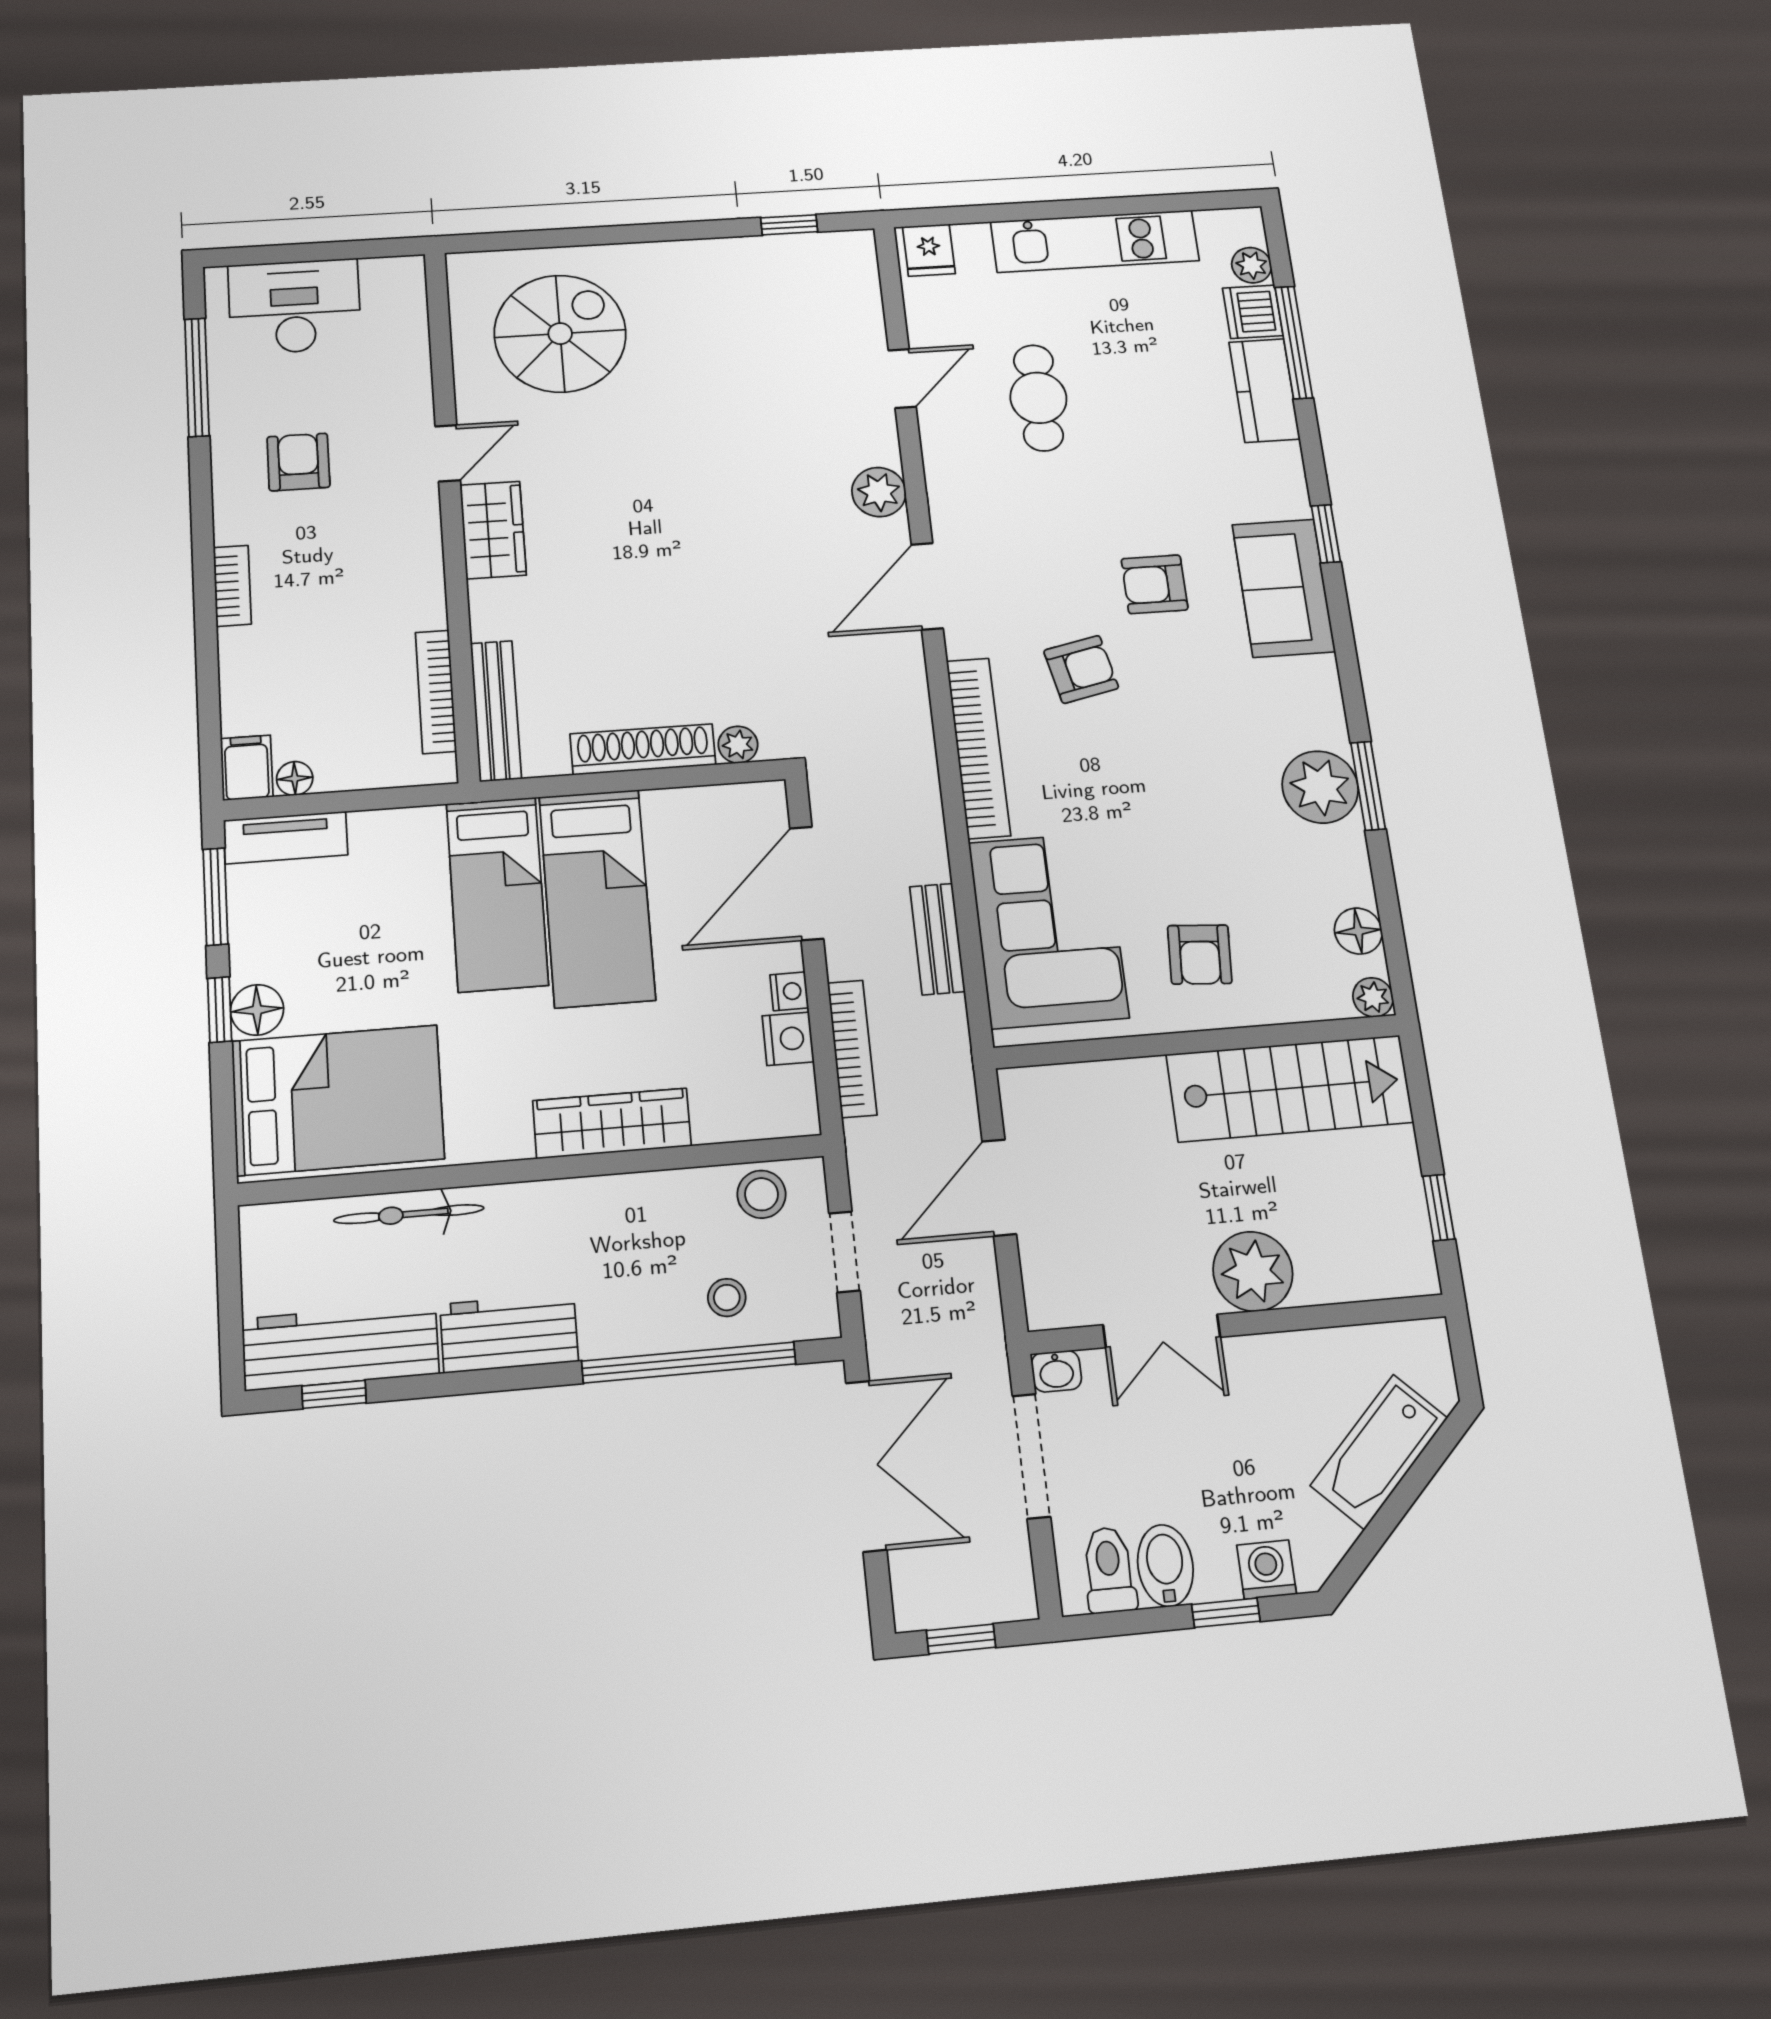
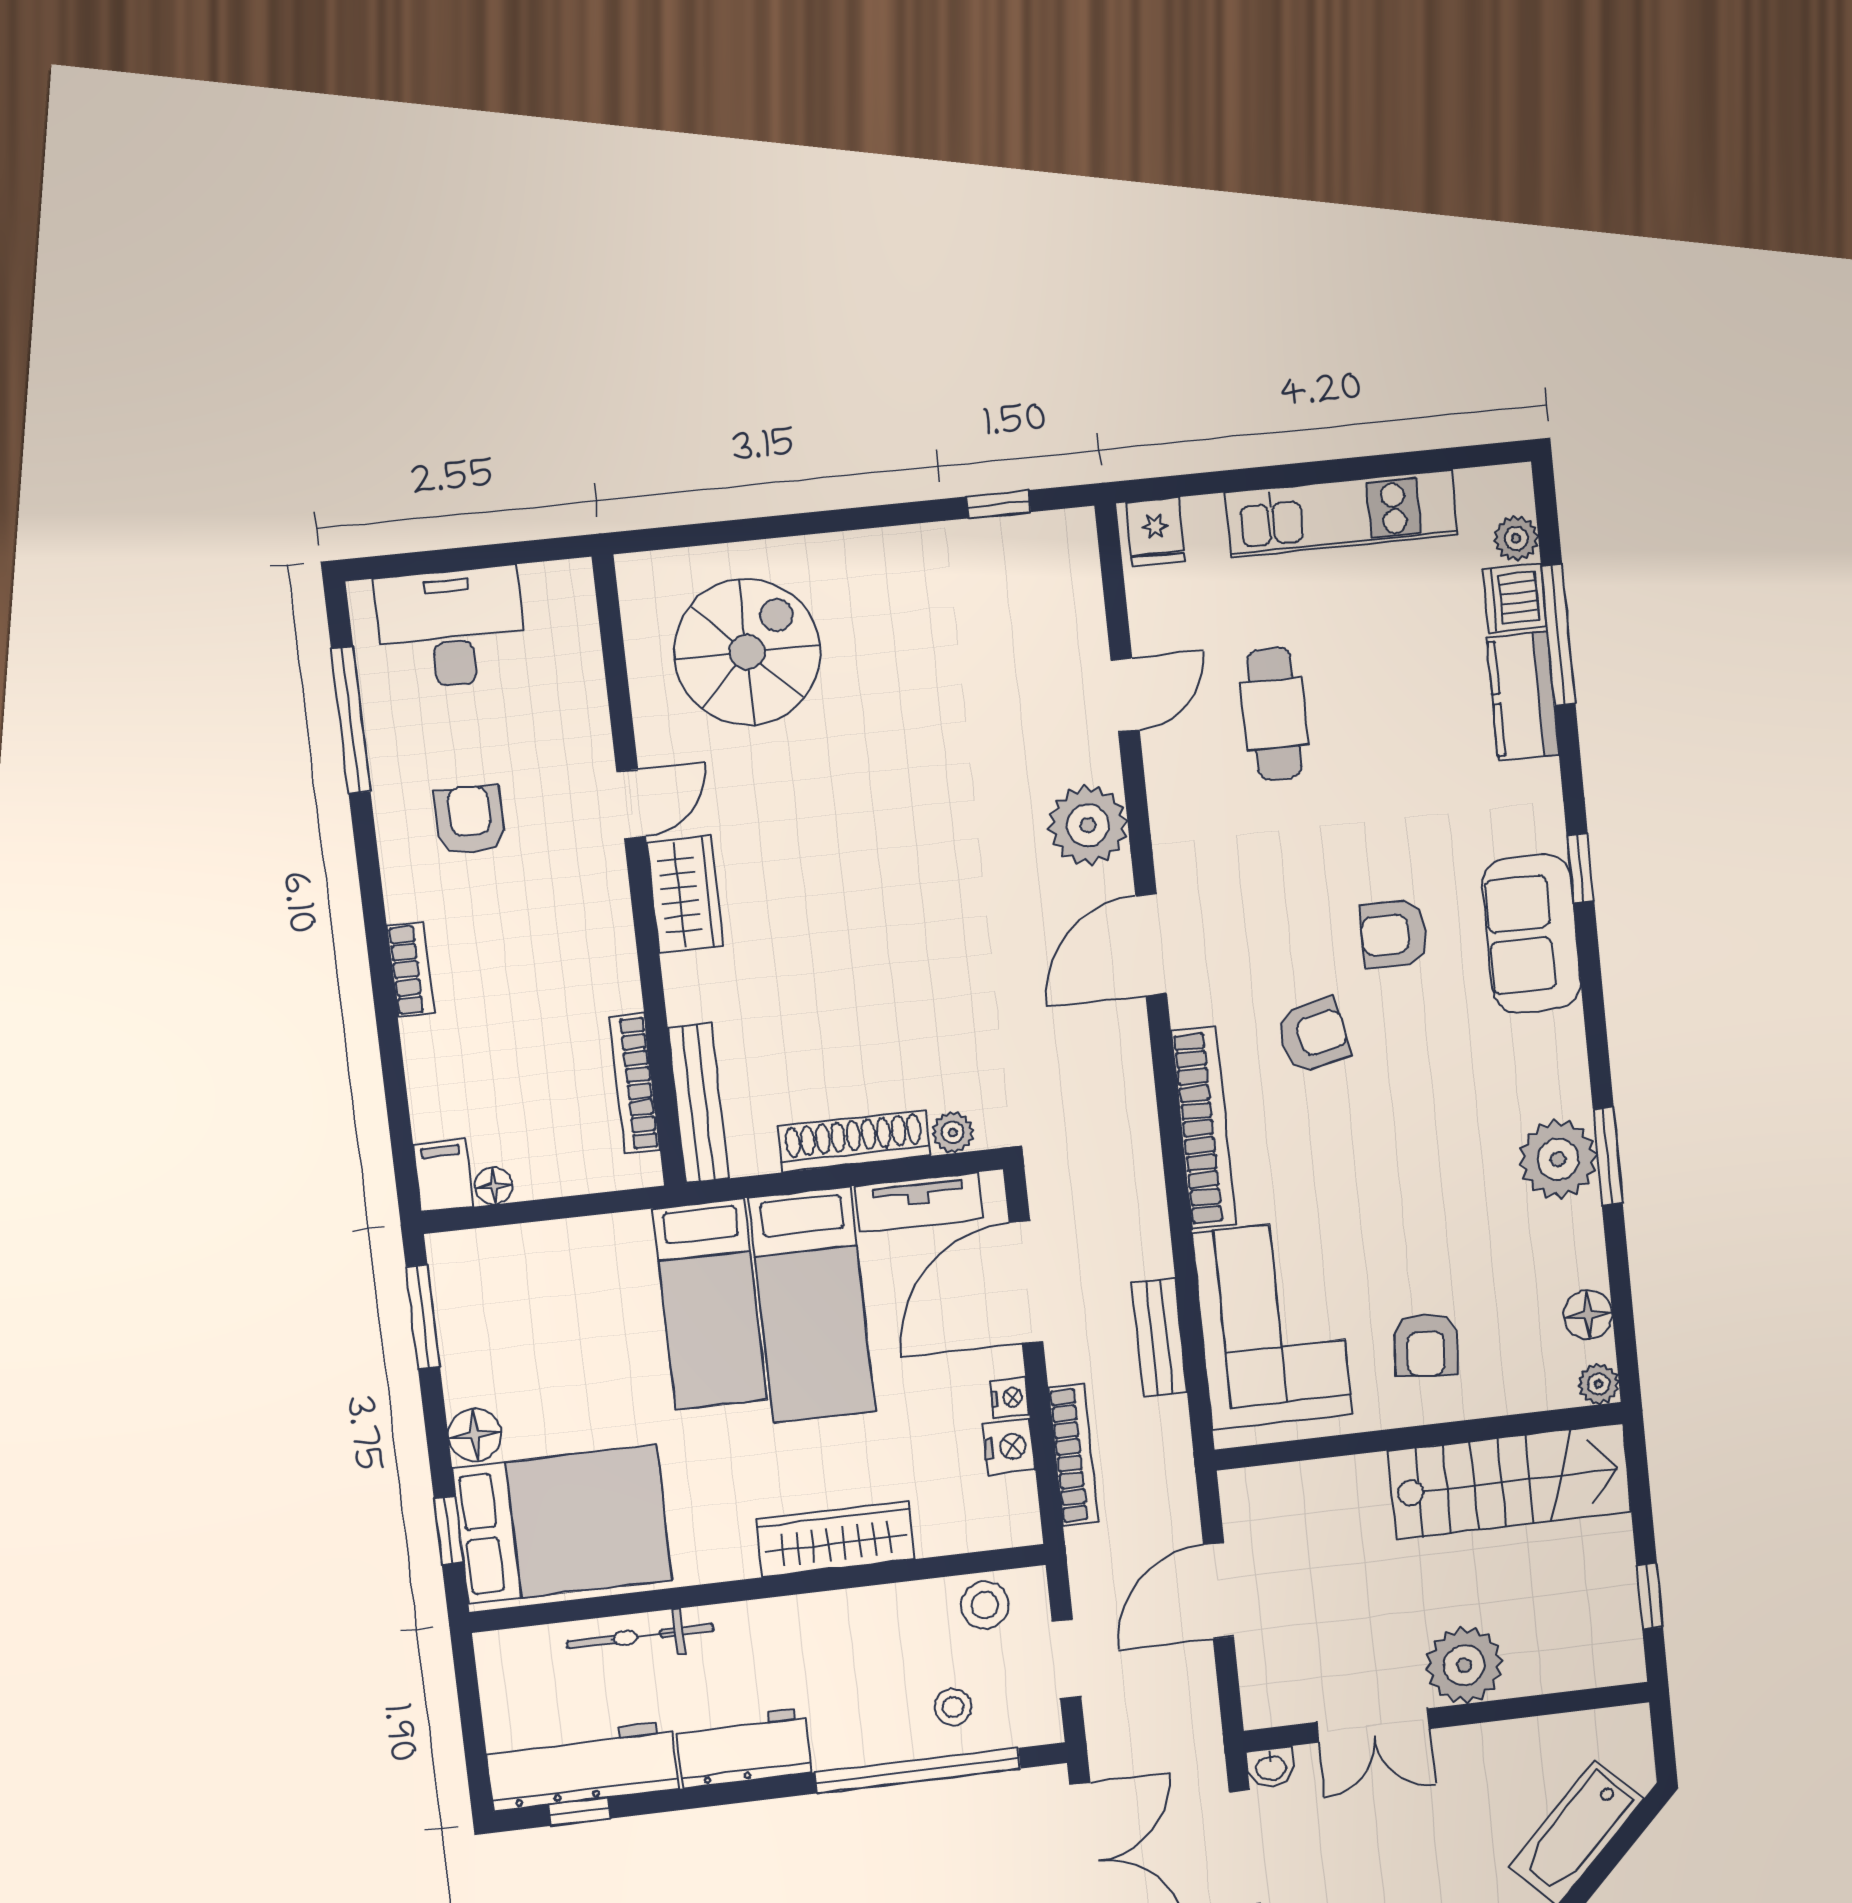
plant: (879, 492) -> (1088, 825), width x1.36, depth x1.36
tv unit: (286, 838) -> (919, 1202), moved
window: (220, 1010) -> (449, 1530), moved

